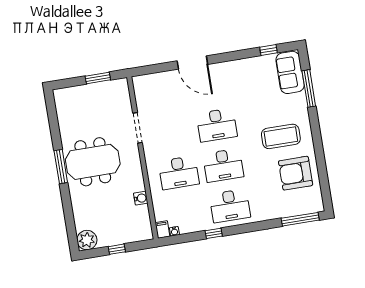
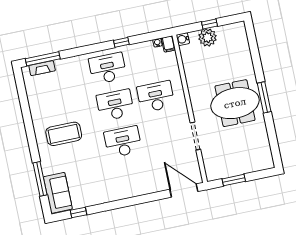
door: (192, 63) -> (184, 190), moved
armchair: (296, 173) -> (49, 101), removed
water cooler: (141, 198) -> (183, 39), moved
fireplace: (301, 209) -> (42, 68), added
plant: (87, 240) -> (208, 37), moved

